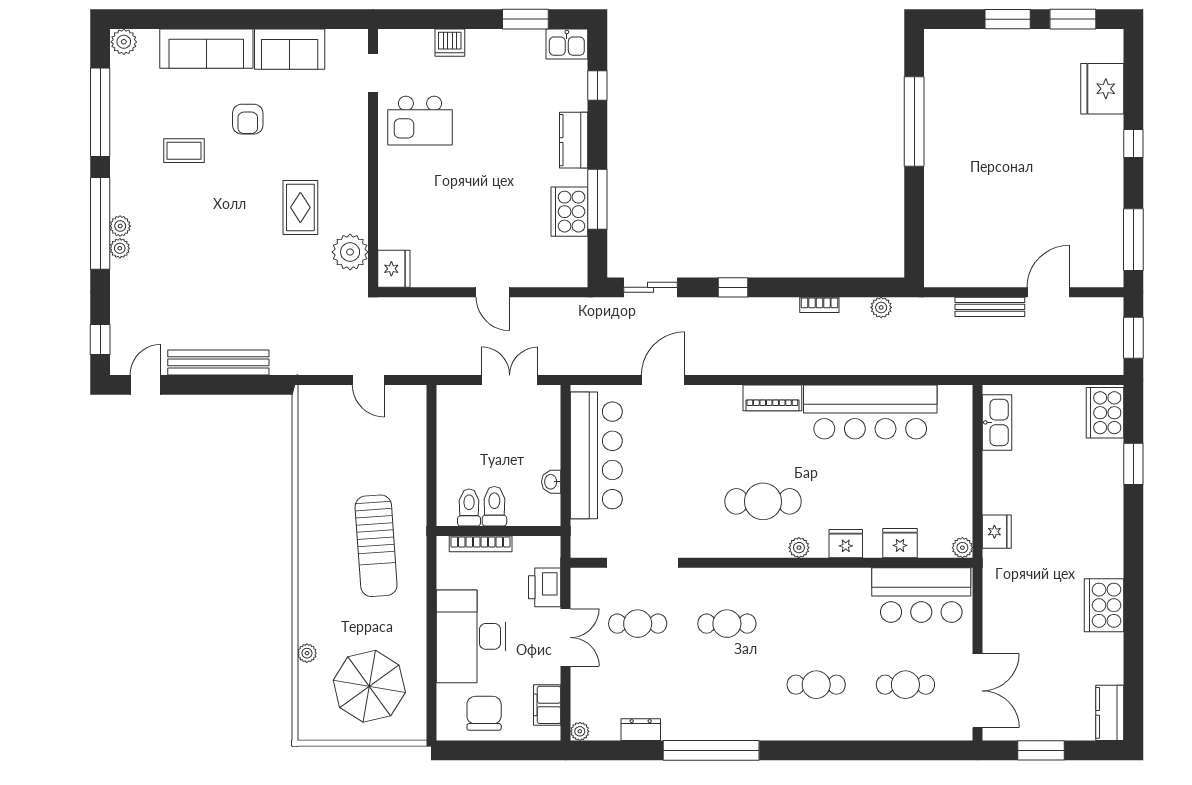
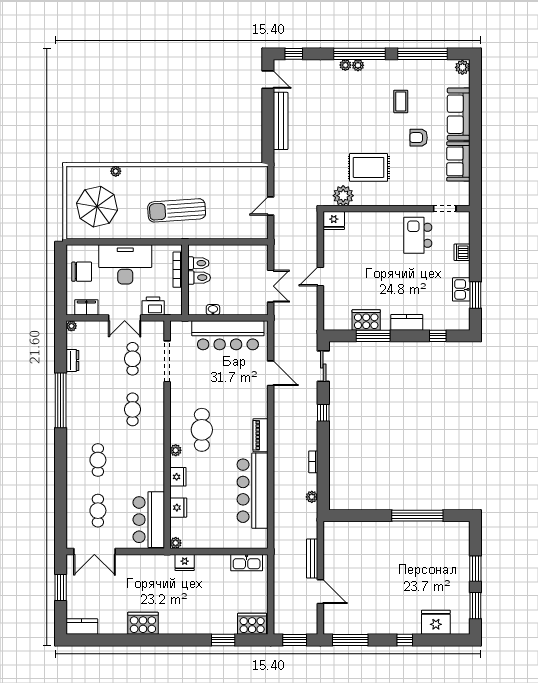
kitchen sink: (567, 44) -> (461, 289), moved
rug: (300, 207) -> (369, 167), width x1.36, depth x1.43

